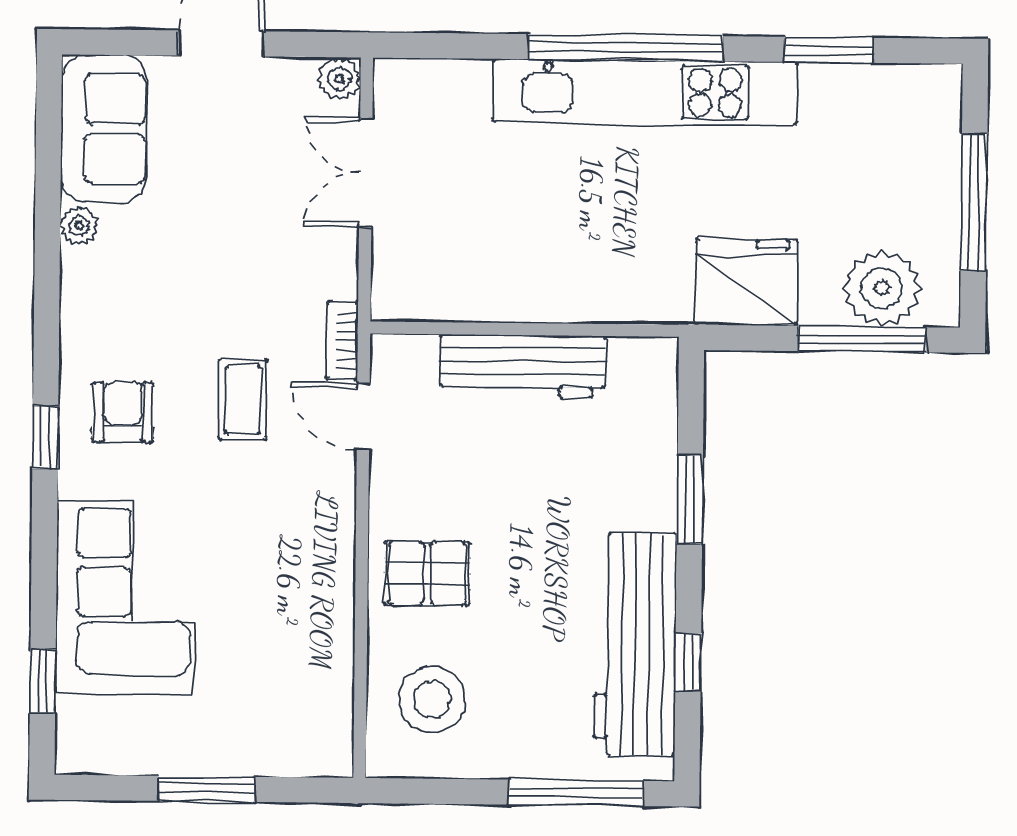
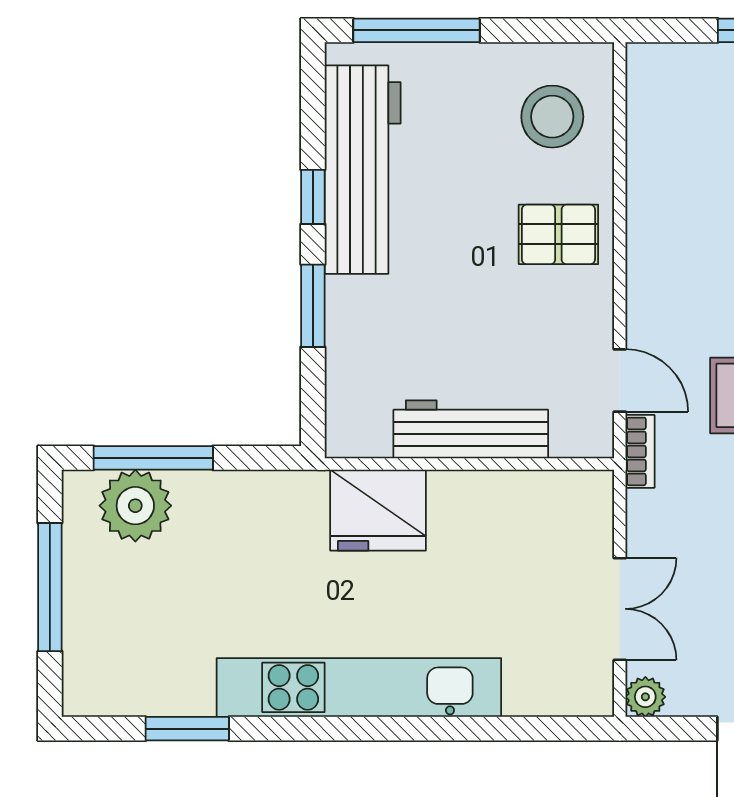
window: (625, 48) -> (378, 729), removed
fridge: (746, 282) -> (378, 510), moved
window: (688, 662) -> (313, 197), moved

